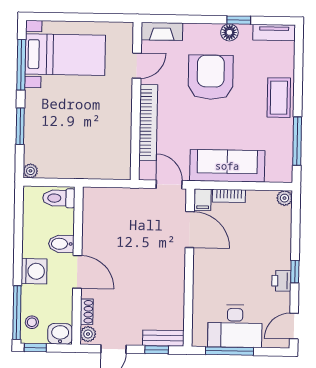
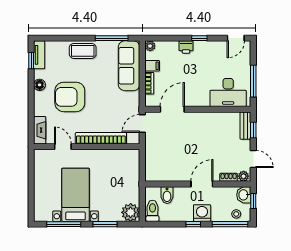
window: (239, 20) -> (31, 61), moved
bed with nightstands: (65, 55) -> (76, 195), moved
sofa: (227, 166) -> (129, 66), moved
plant: (30, 171) -> (131, 212), width x1.87, depth x1.87
toilet: (59, 198) -> (152, 211), moved, turned 180
filing cabinet: (203, 200) -> (152, 66), moved
bidet: (61, 244) -> (167, 195), moved
window: (18, 258) -> (193, 224), added
printer: (281, 281) -> (186, 47), moved
desk: (235, 326) -> (228, 92), moved, turned 90
door: (294, 326) -> (236, 38), hinge flipped
window: (35, 348) -> (253, 201), moved

